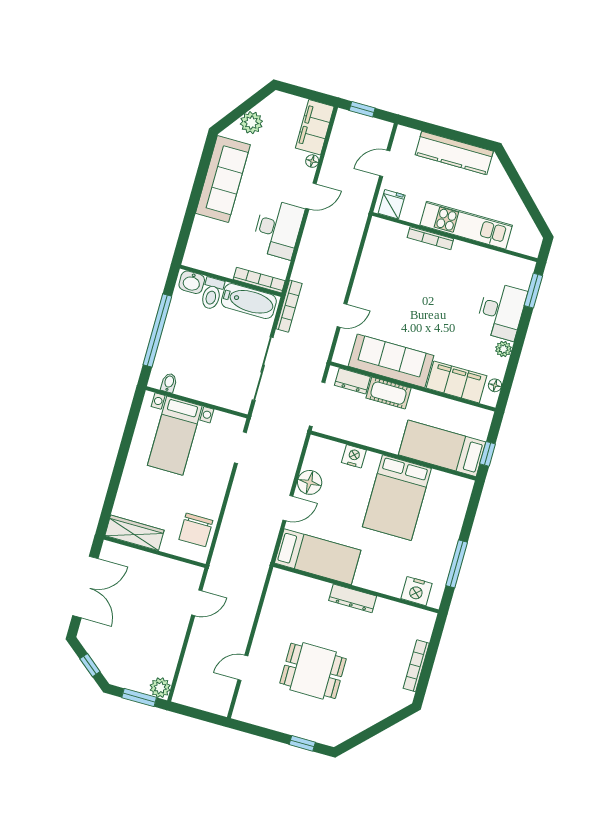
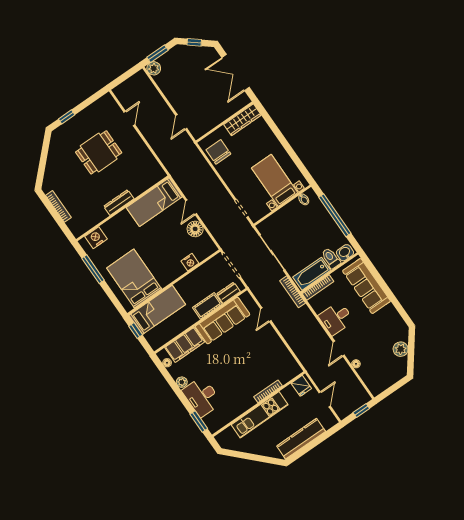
filing cabinet: (315, 127) -> (372, 379), removed
sofa: (223, 179) -> (366, 286), moved
desk: (278, 229) -> (336, 318), width x0.73
bed: (397, 498) -> (134, 279), moved

